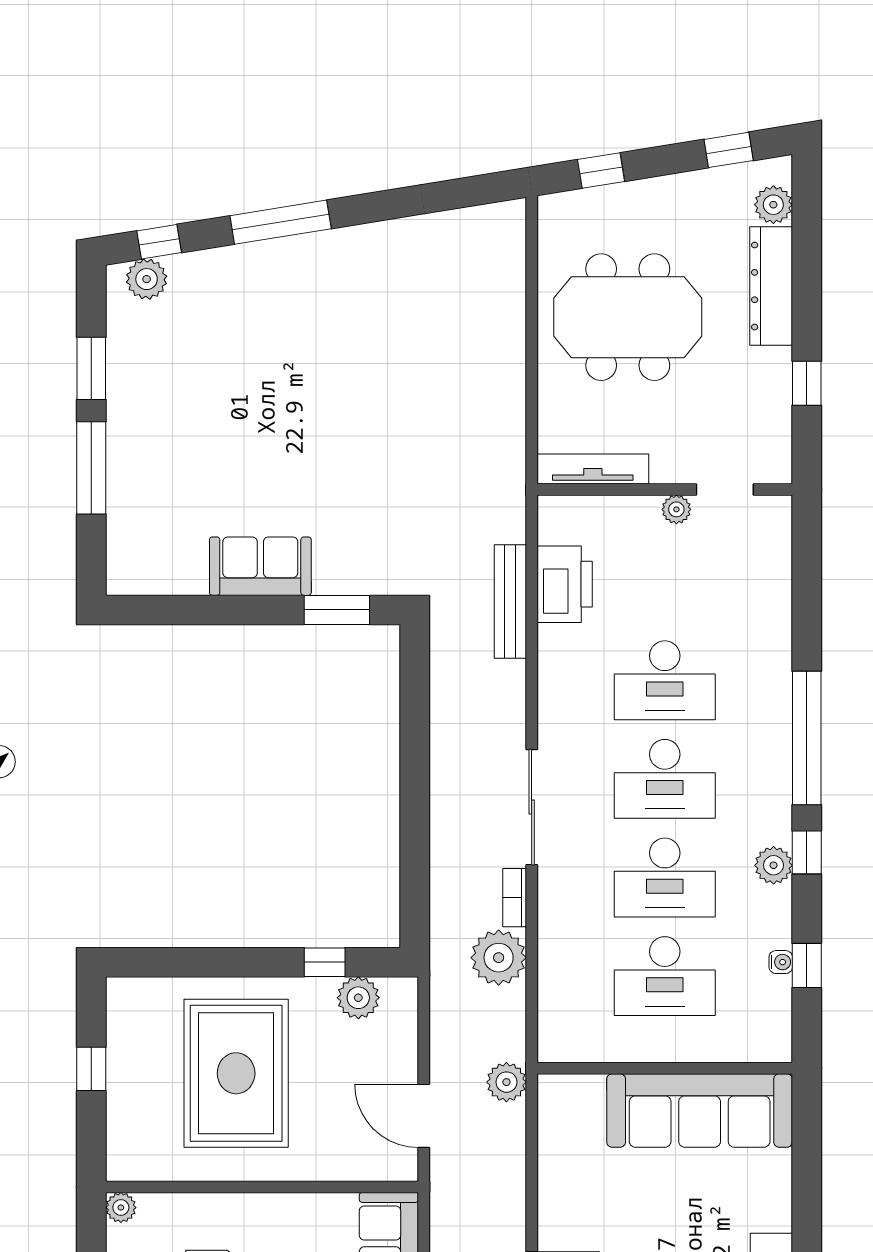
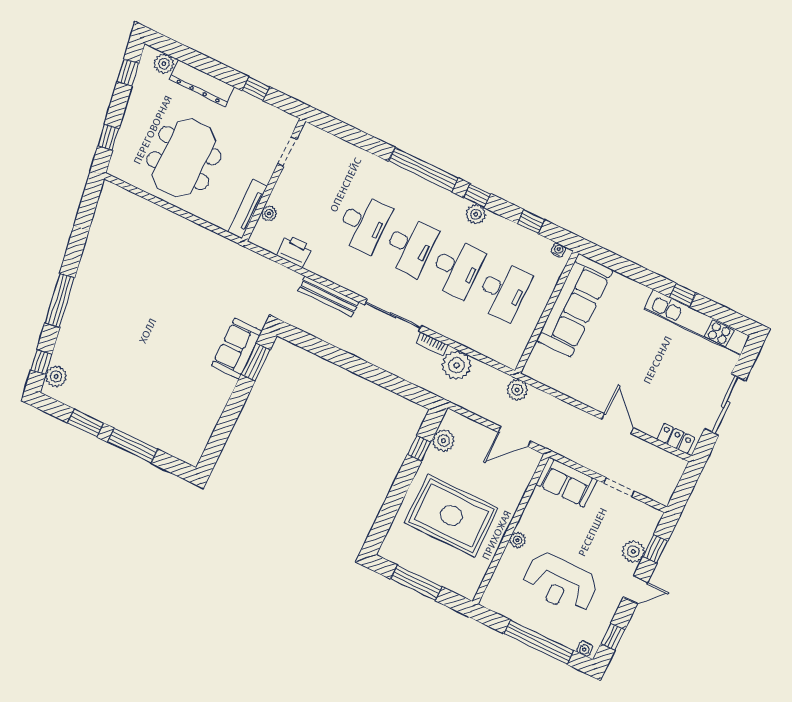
plant: (676, 509) -> (269, 213), moved
sofa: (260, 566) -> (237, 348), moved
printer: (565, 584) -> (294, 251), width x0.73, depth x0.84
bench: (510, 601) -> (328, 296), moved
water cooler: (781, 962) -> (558, 250), moved
window: (91, 1069) -> (416, 583), width x2.17
plant: (121, 1208) -> (518, 540), moved

